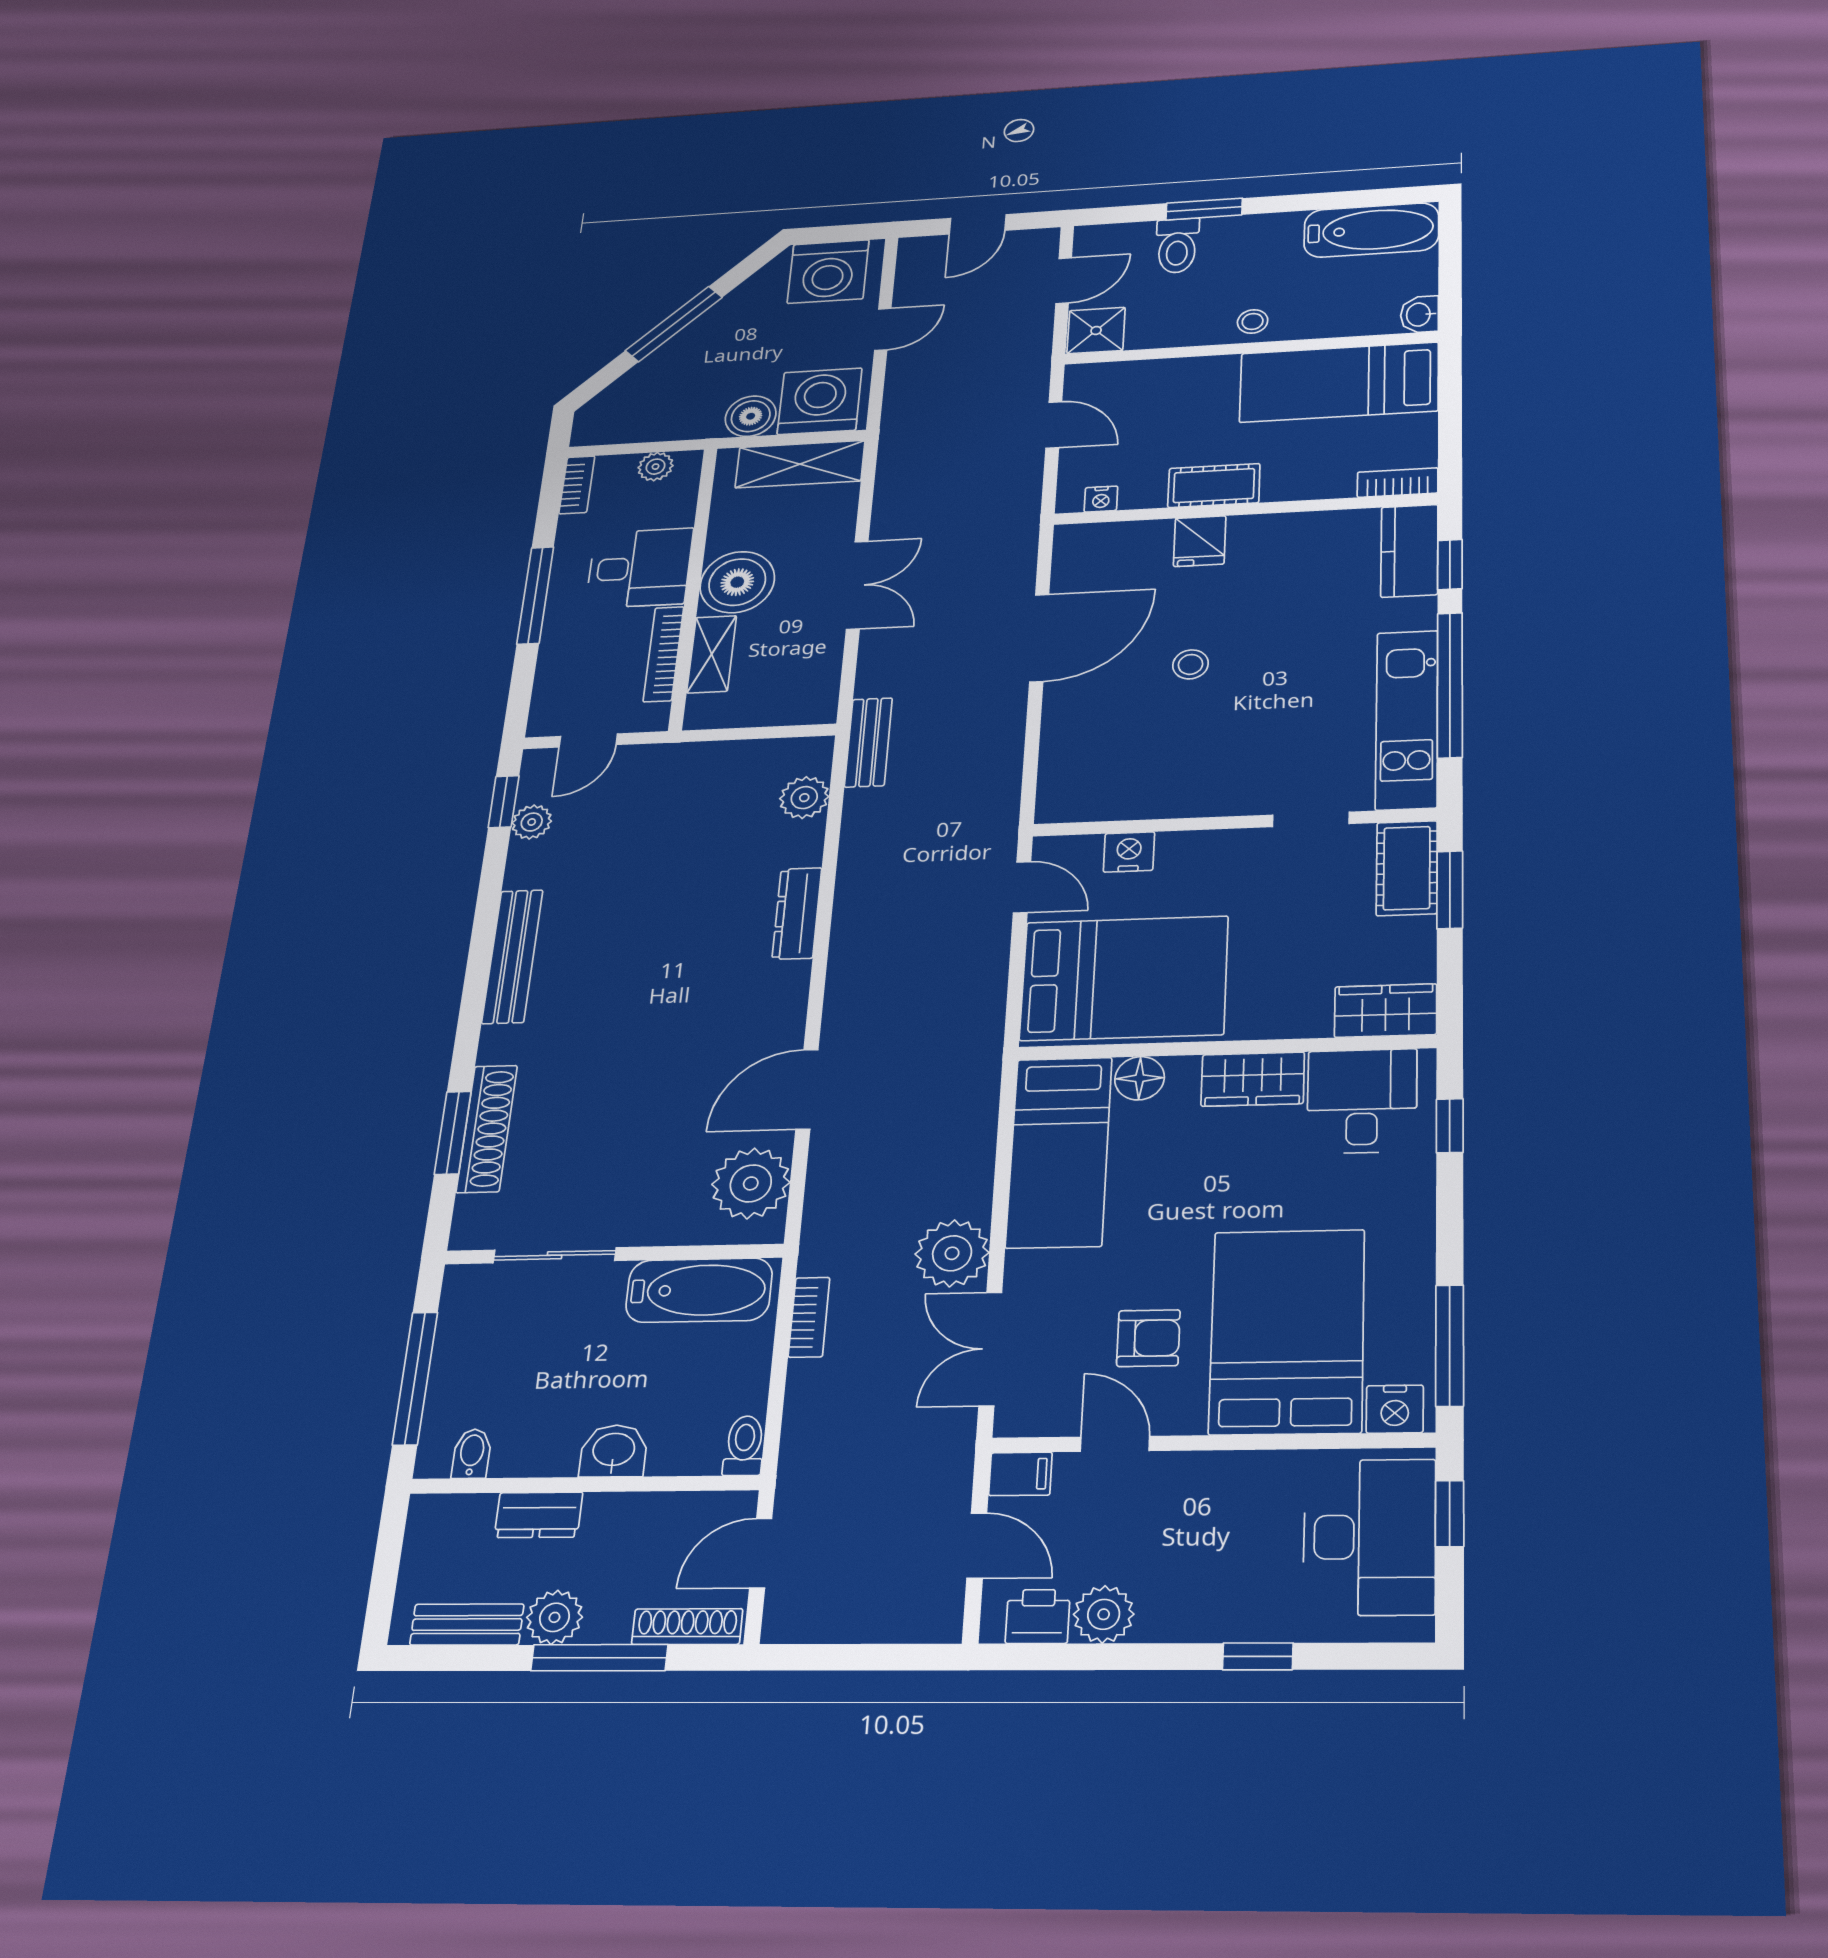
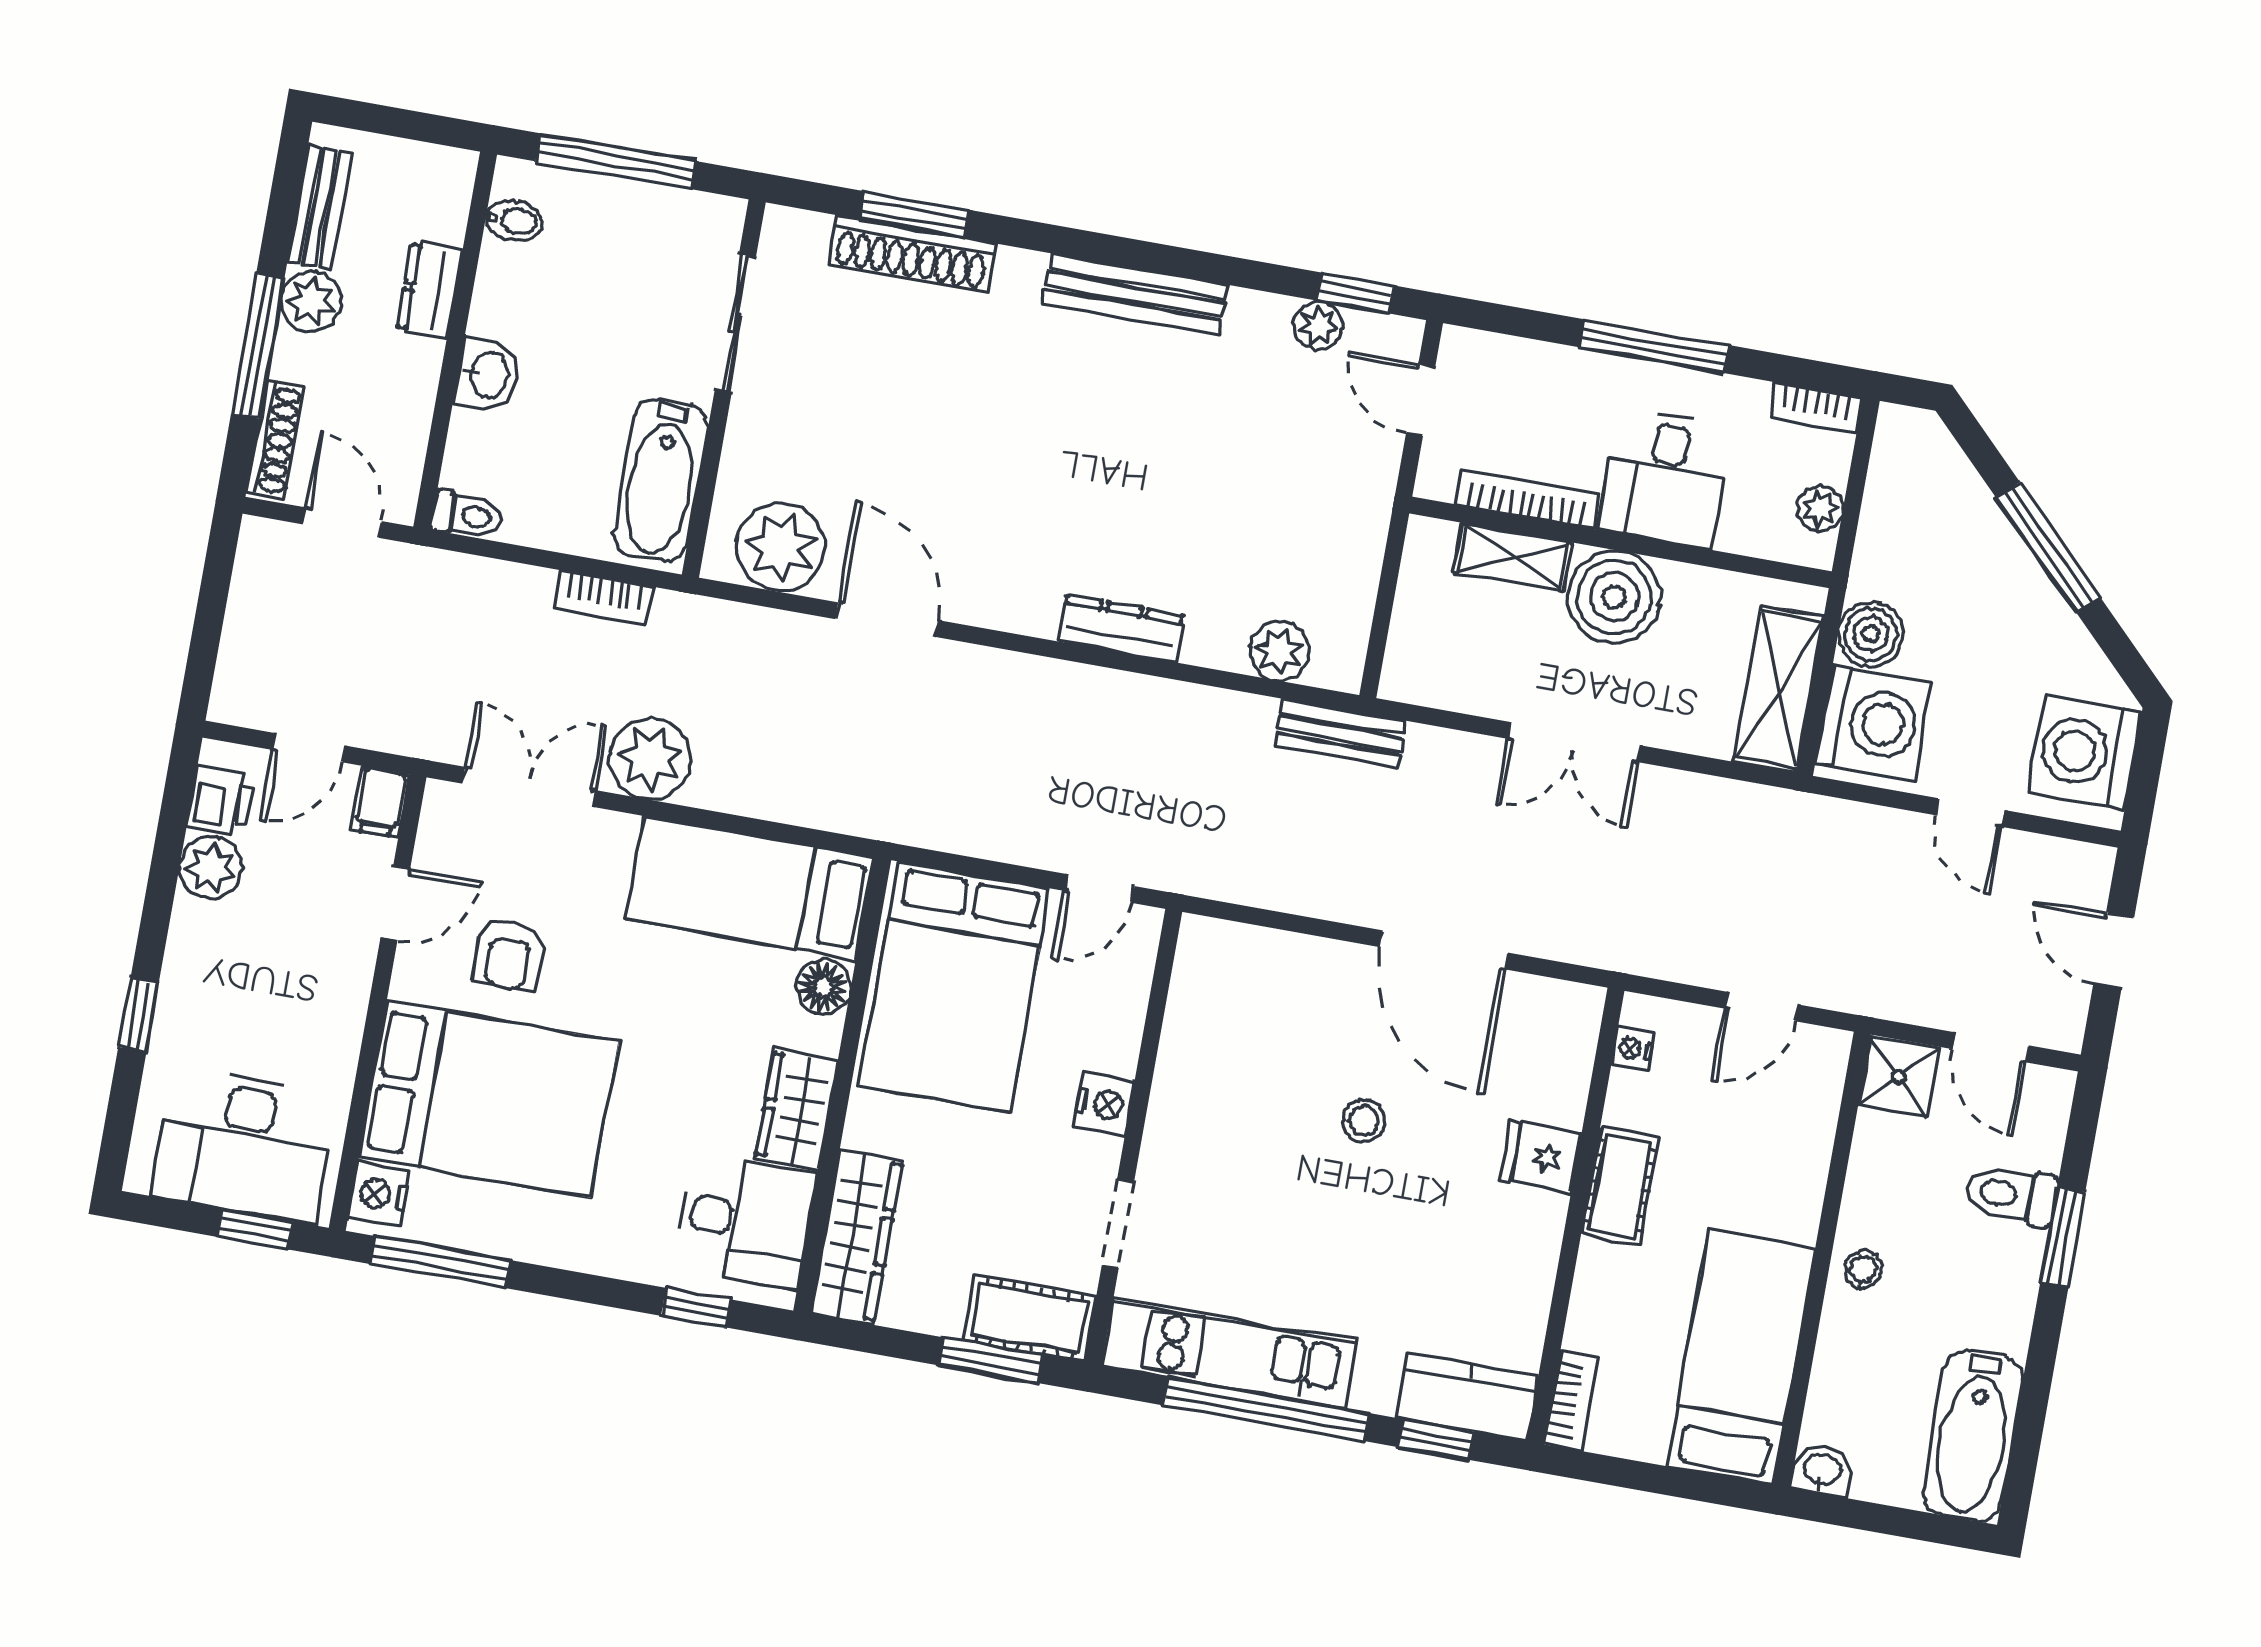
nightstand: (1129, 852) -> (1104, 1104), moved
wardrobe: (1386, 1011) -> (857, 1237), width x1.50

